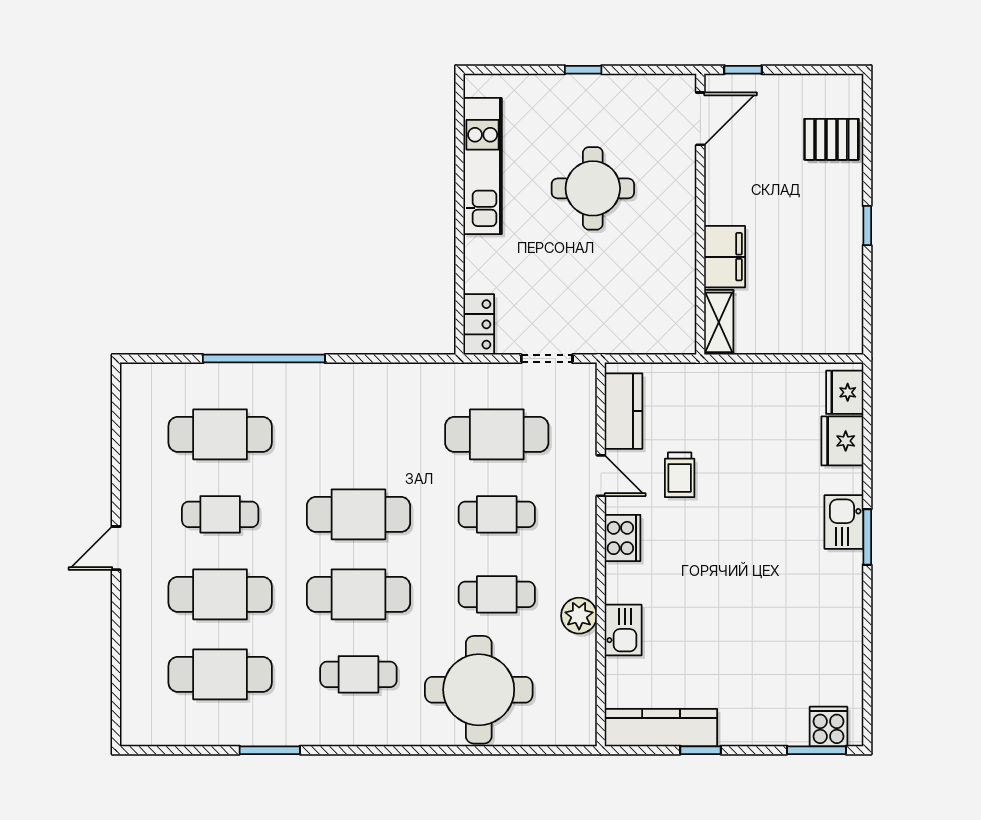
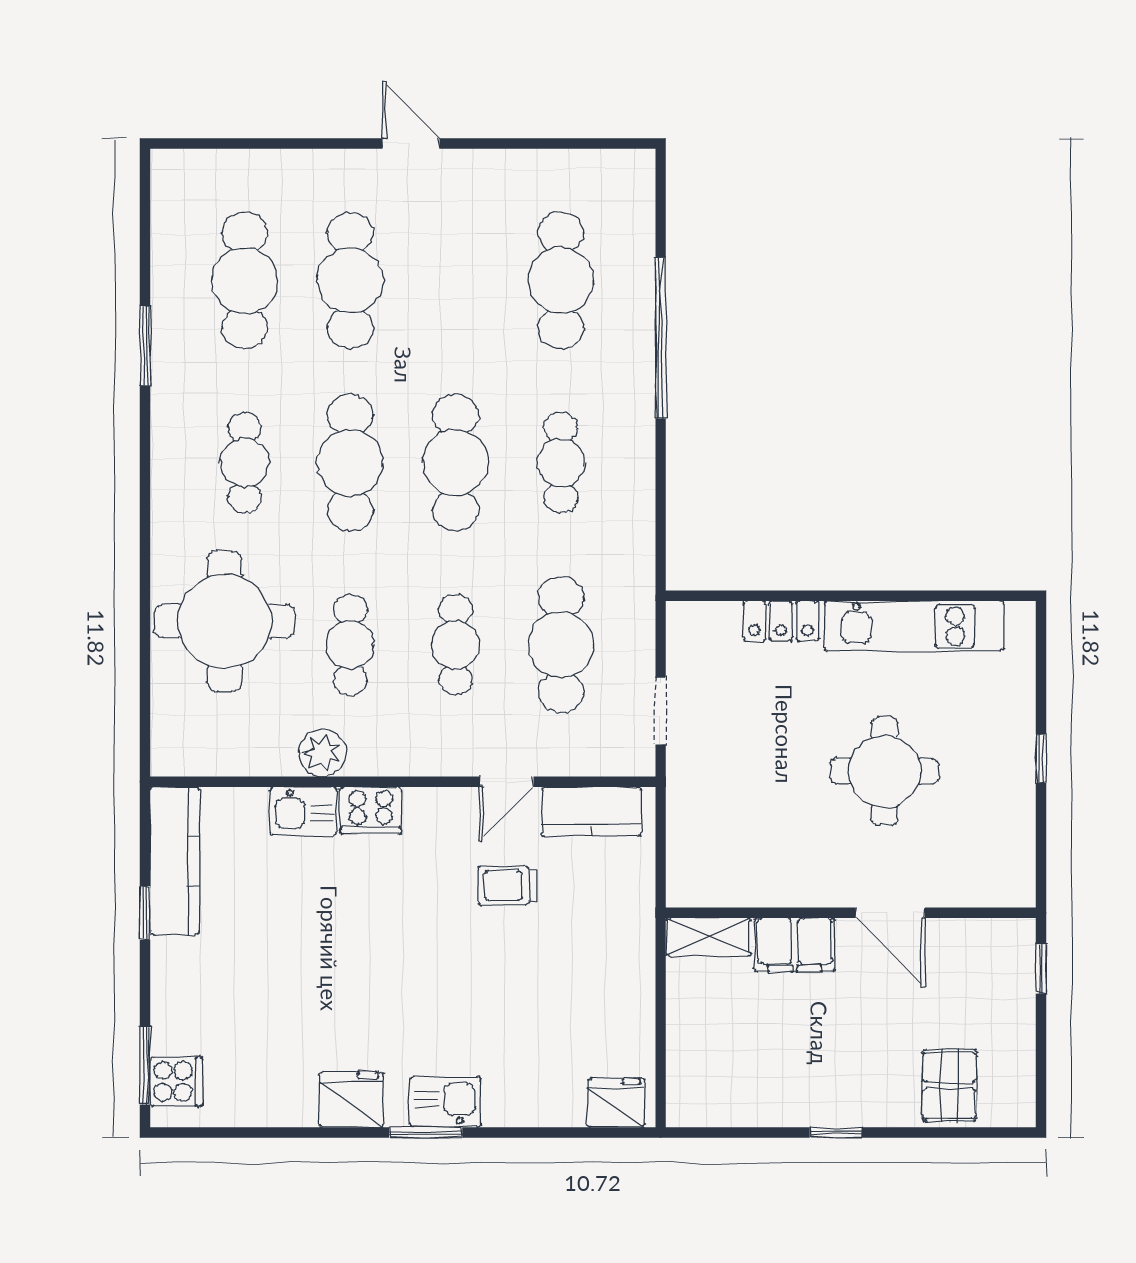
door: (700, 119) -> (890, 913), moved
locker: (479, 324) -> (781, 621), moved
fridge: (842, 441) -> (351, 1100), moved
cafe table: (220, 514) -> (561, 463), moved
cooker: (623, 538) -> (371, 810), moved

